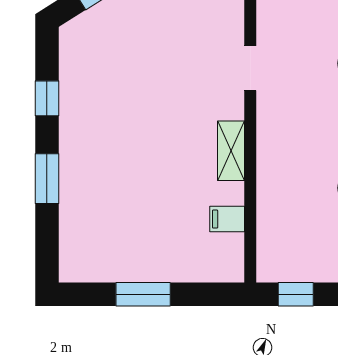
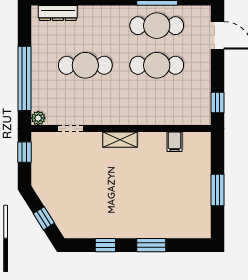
doorway: (250, 68) -> (71, 129), moved
shelving: (231, 151) -> (120, 140), moved

